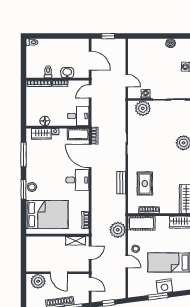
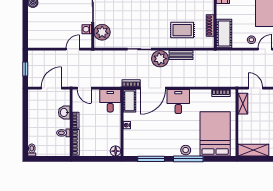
floor lamp: (45, 121) -> (116, 151), moved
wardrobe: (41, 134) -> (129, 140), removed
window: (24, 189) -> (188, 159), width x1.44
plant: (118, 230) -> (160, 59), moved
shelving: (32, 251) -> (253, 150), added

